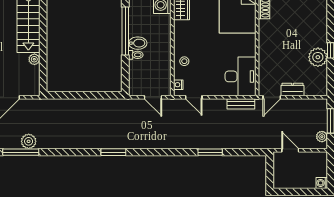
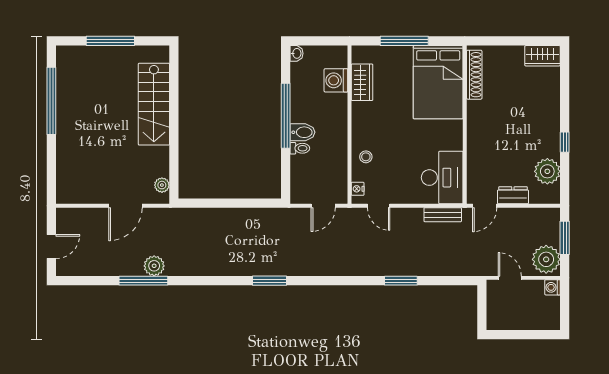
plant: (318, 57) -> (547, 171), moved
plant: (34, 59) -> (162, 185), moved
door: (153, 97) -> (323, 206), hinge flipped
plant: (322, 137) -> (546, 259), width x1.87, depth x1.87
washing machine: (322, 183) -> (553, 287), moved

